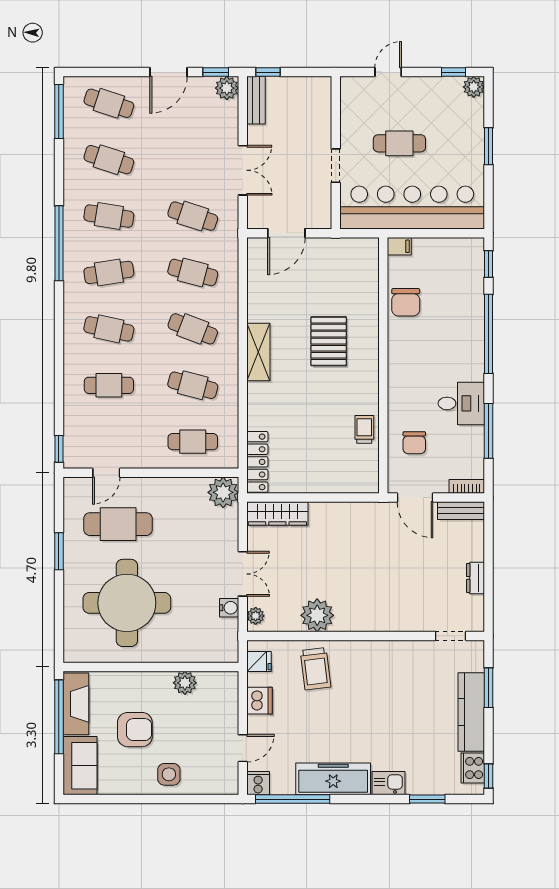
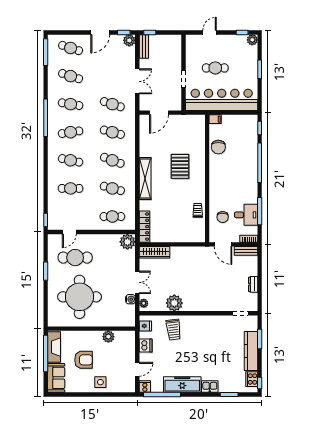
shelving: (258, 352) -> (145, 179), width x1.47
desk: (461, 403) -> (246, 215), moved

